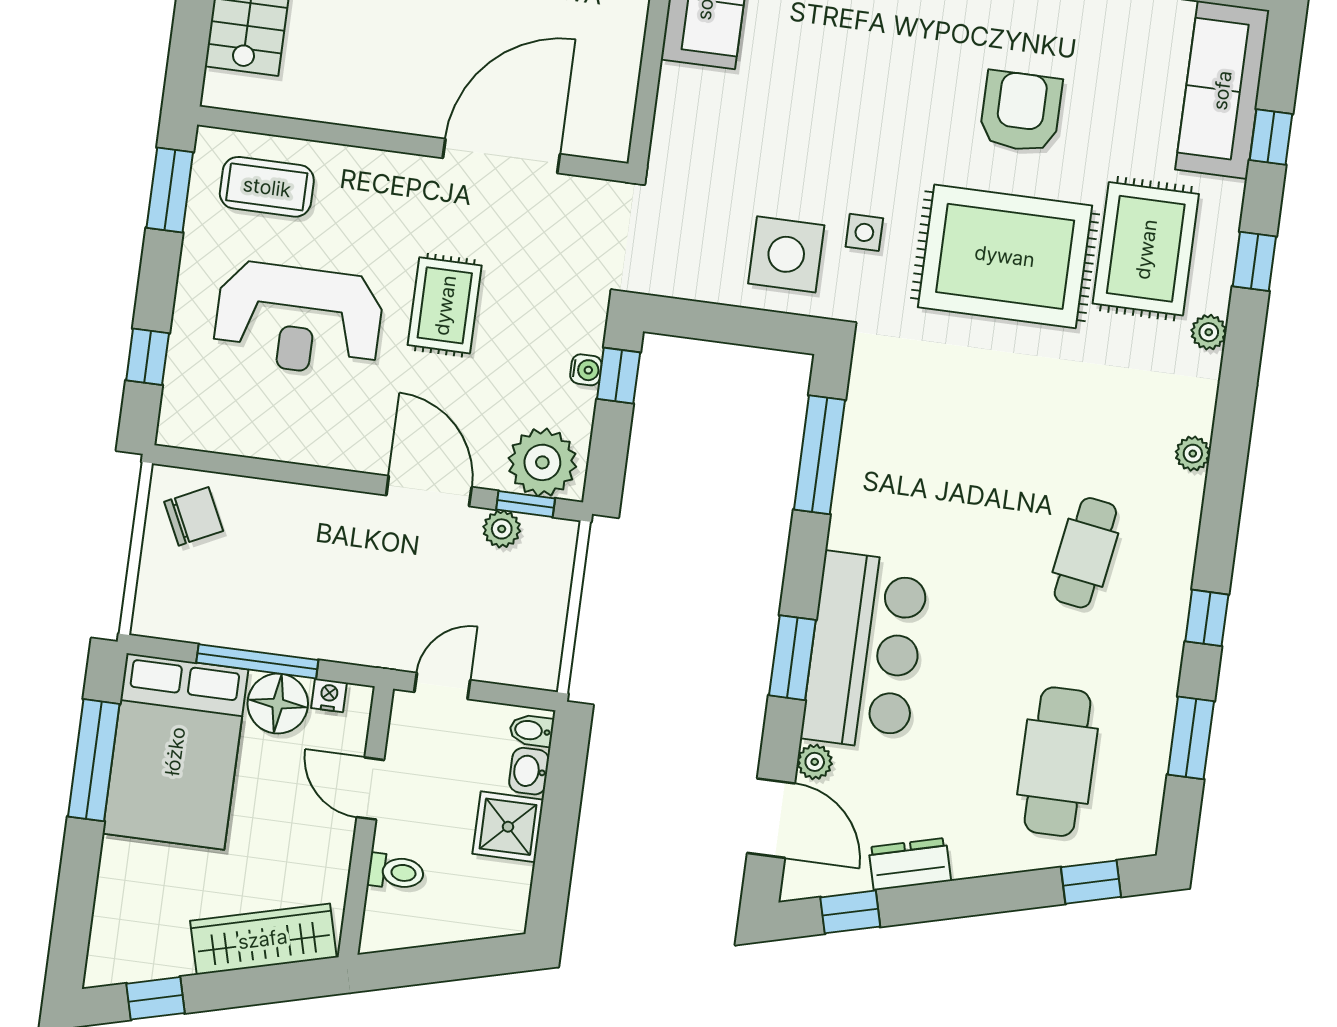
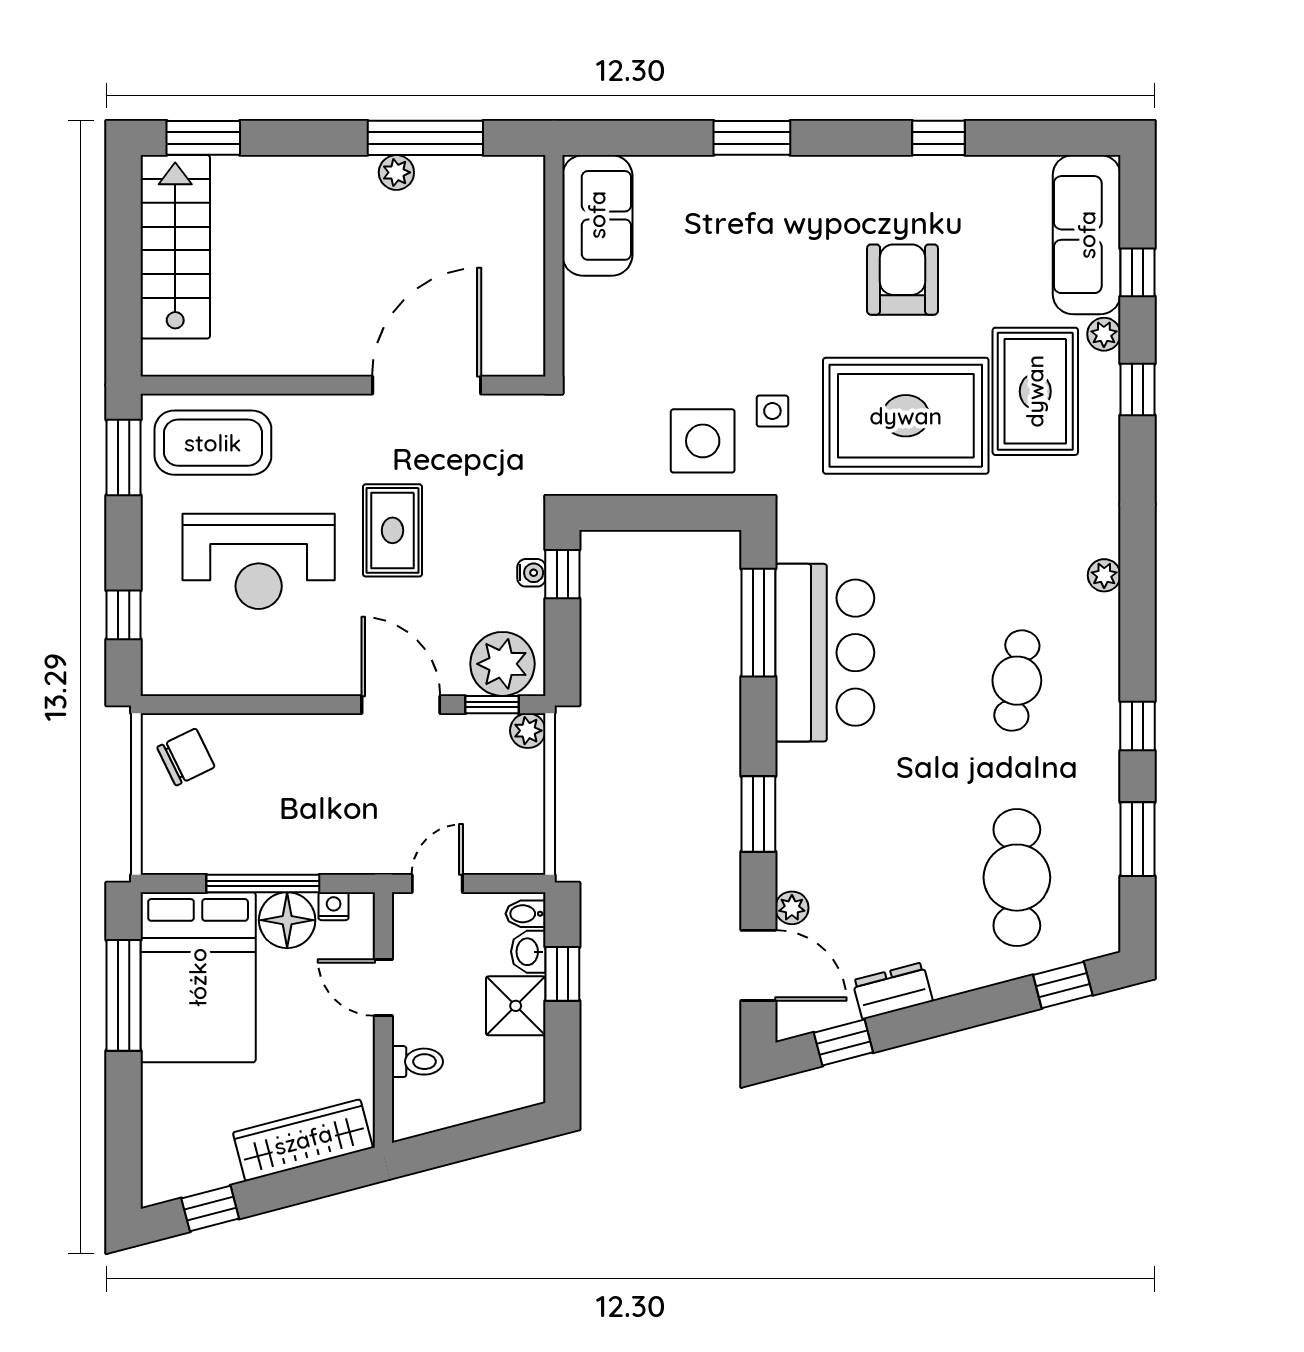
coffee table: (267, 187) -> (213, 443), width x1.36, depth x1.32
plant: (1209, 332) -> (1104, 334), moved
plant: (502, 529) -> (528, 731), moved
bar counter: (865, 651) -> (825, 653), moved
window: (562, 799) -> (562, 974), added

